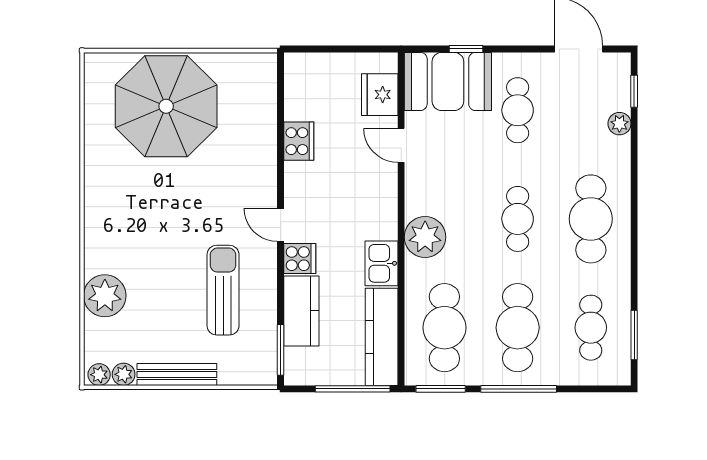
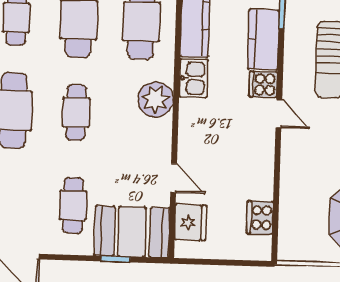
cooker: (299, 141) -> (260, 218), moved

